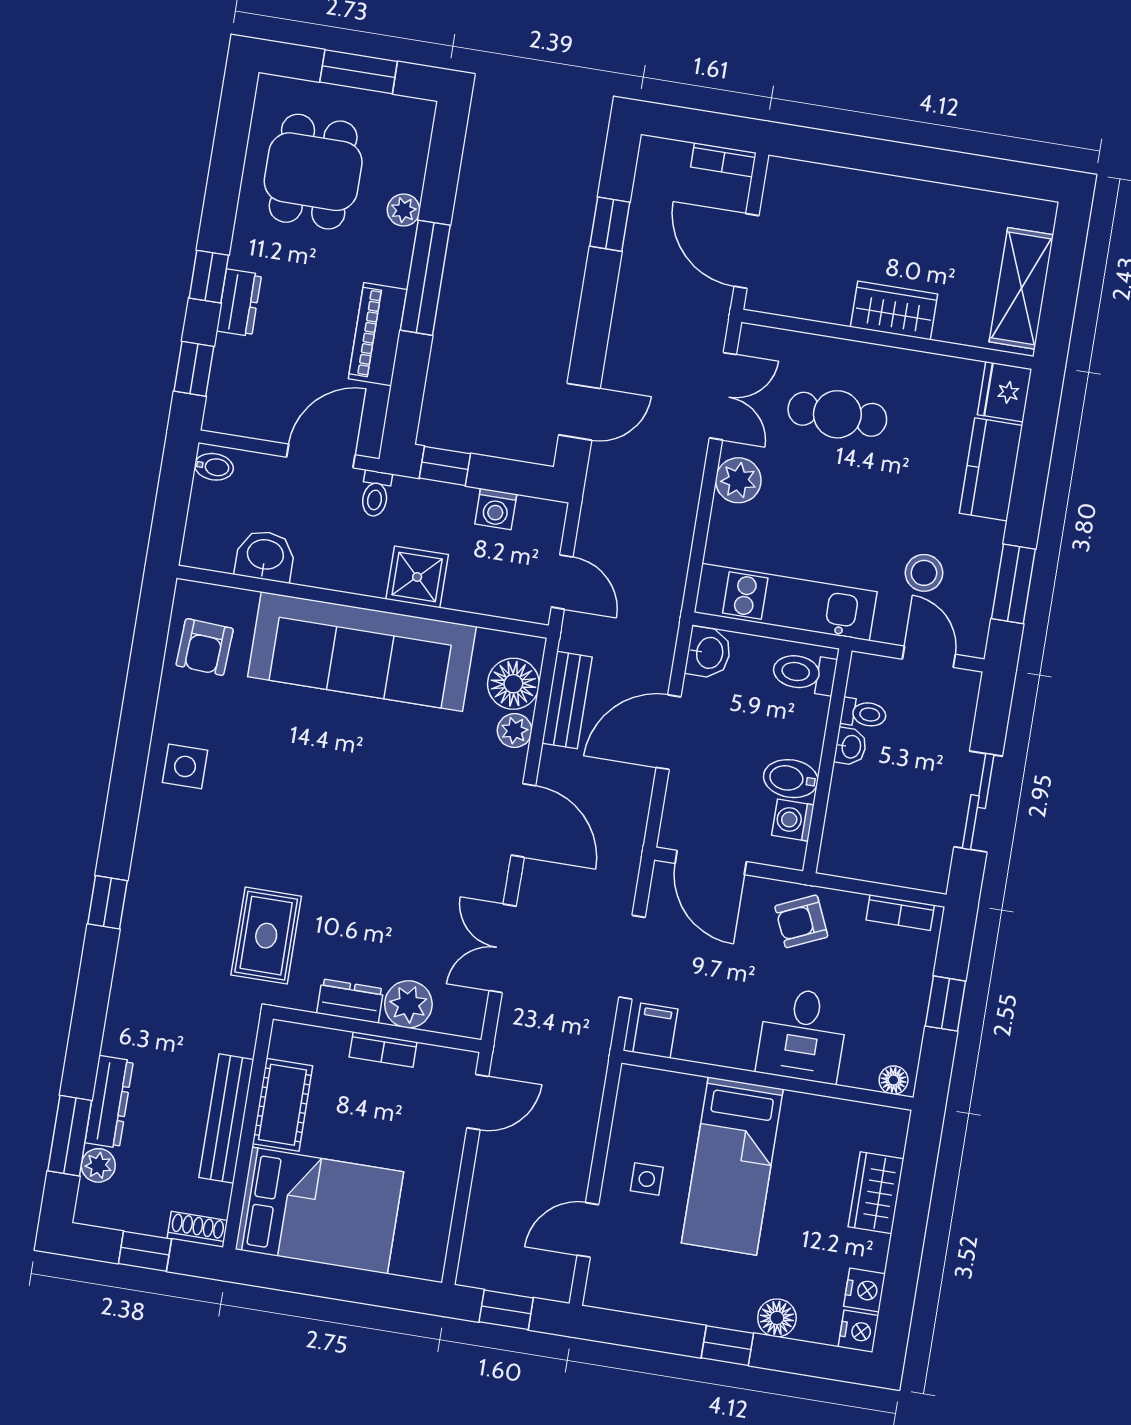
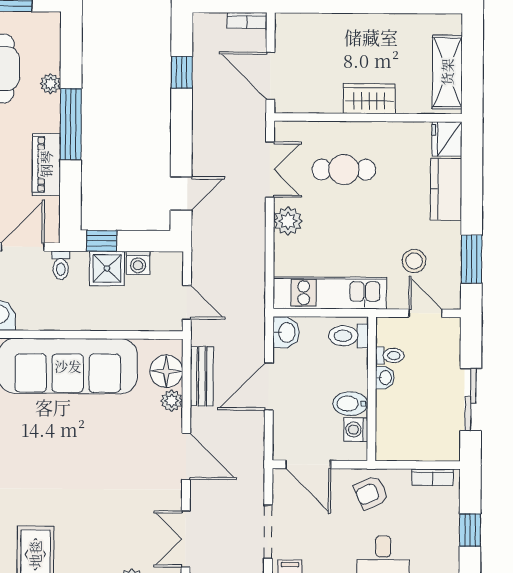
shower: (417, 577) -> (107, 268), moved

